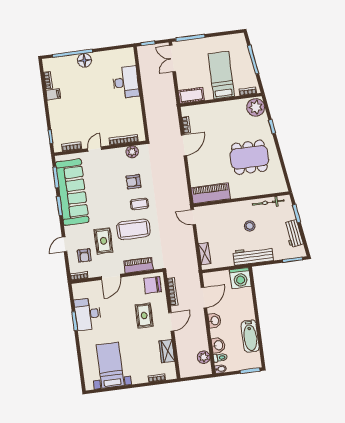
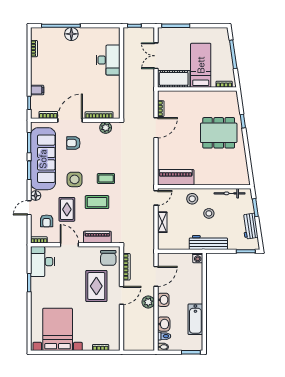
double door: (172, 59) -> (156, 56), moved
filing cabinet: (53, 94) -> (37, 90), moved
cot: (191, 95) -> (174, 79), width x1.37, depth x1.34
plant: (256, 107) -> (230, 101), removed
door: (95, 149) -> (70, 120), width x1.88
dining table: (249, 157) -> (219, 133), moved
armchair: (133, 182) -> (73, 143), moved
side table: (107, 209) -> (75, 179), added
stool: (231, 213) -> (192, 199), added
door: (193, 217) -> (156, 198), swing flipped
coffee table: (133, 229) -> (97, 202), width x0.73, depth x0.76
floor lamp: (70, 231) -> (36, 196), added
shelving: (205, 254) -> (162, 222), moved
door: (111, 277) -> (69, 245), swing flipped
washing machine: (240, 278) -> (198, 258), width x0.53, depth x0.53
chair: (153, 285) -> (108, 258), turned -90
desk: (88, 314) -> (43, 262), moved
rug: (144, 315) -> (96, 286), width x1.36, depth x1.43
wardrobe: (167, 351) -> (114, 323), removed
plant: (204, 357) -> (148, 302), moved
bed with nightstands: (110, 365) -> (58, 329), width x1.36

